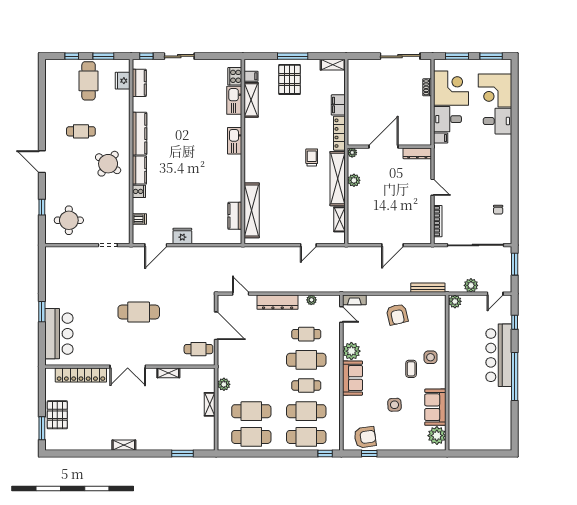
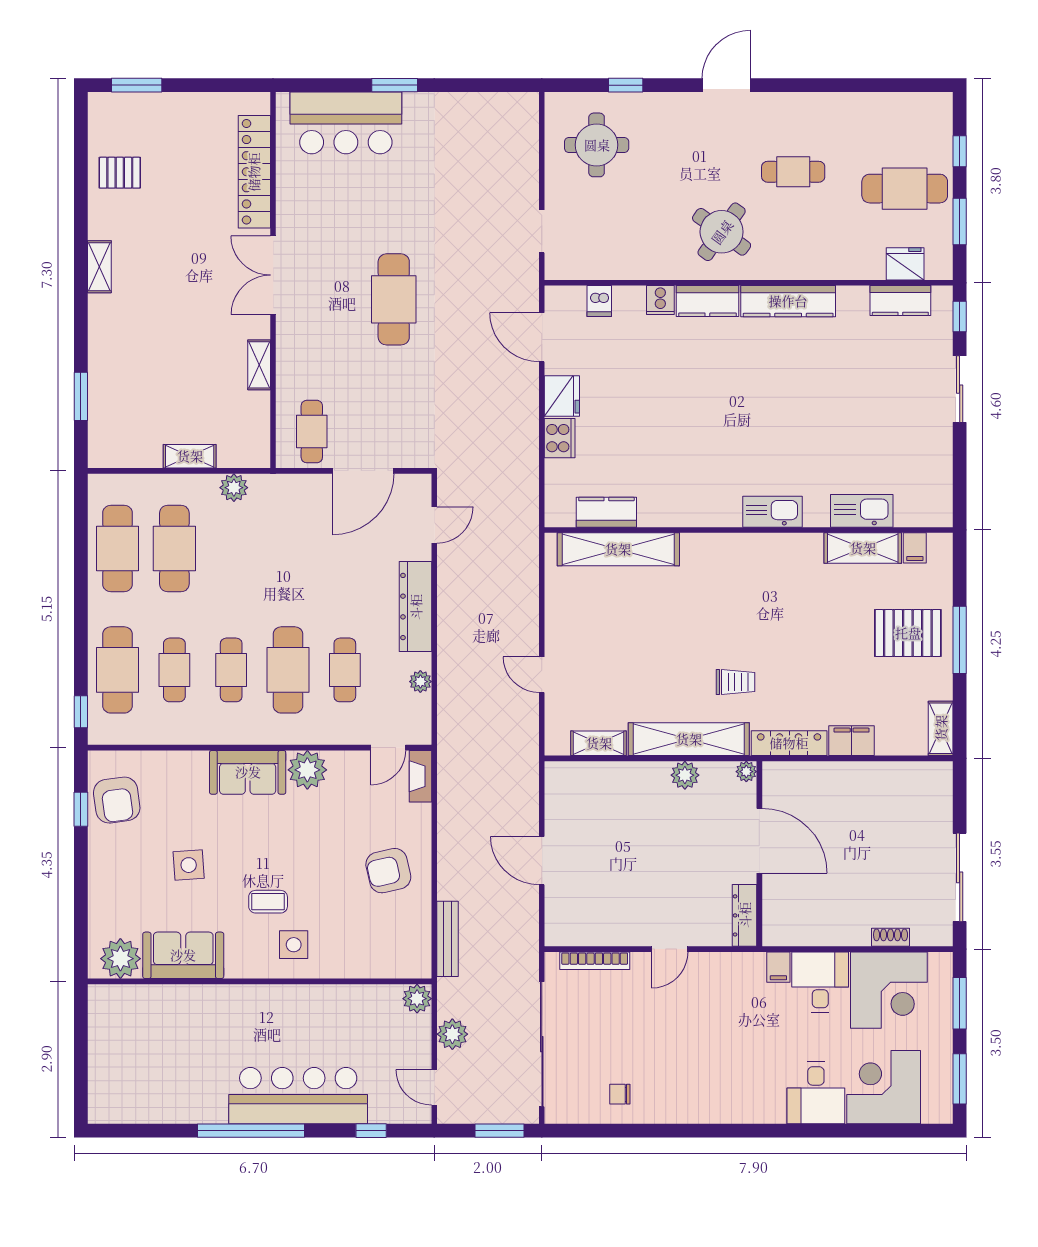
cooker: (235, 76) -> (560, 438), moved, turned 90
cafe table: (81, 131) -> (793, 172), turned 90
cafe table: (306, 411) -> (174, 670), width x0.73, depth x0.74
pallet: (57, 415) -> (120, 173), moved, width x0.67, depth x0.71

